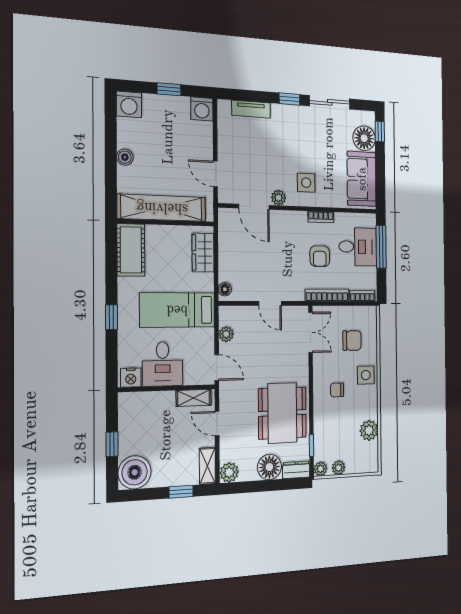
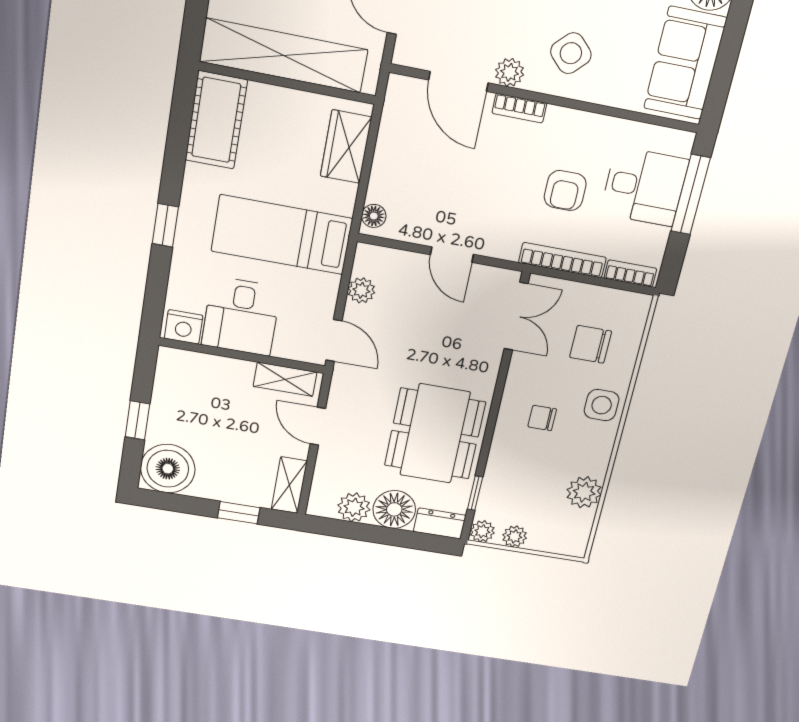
side table: (306, 183) -> (571, 53), turned 45
bookcase: (321, 217) -> (519, 108), moved
chair: (352, 341) -> (591, 344), turned 180
plant: (229, 472) -> (354, 507), moved

